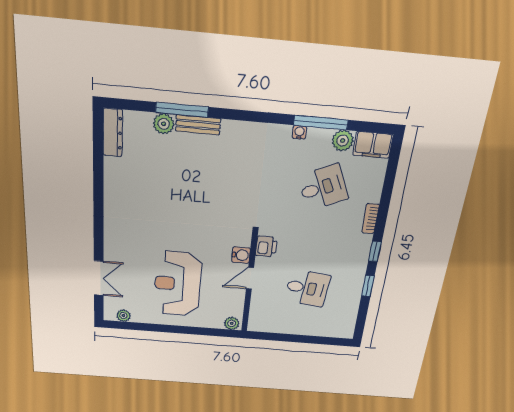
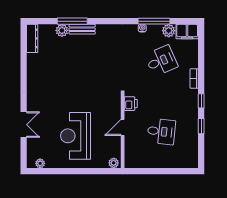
water cooler: (241, 255) -> (115, 111), removed
double door: (99, 278) -> (24, 125), moved

